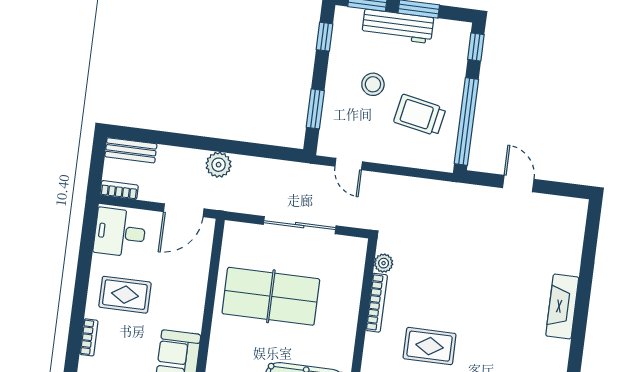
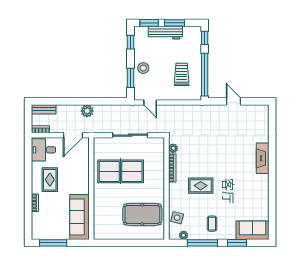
stool: (373, 84) -> (143, 68), moved
trolley: (420, 115) -> (182, 74), turned 79
rug: (125, 295) -> (50, 180), turned 90

